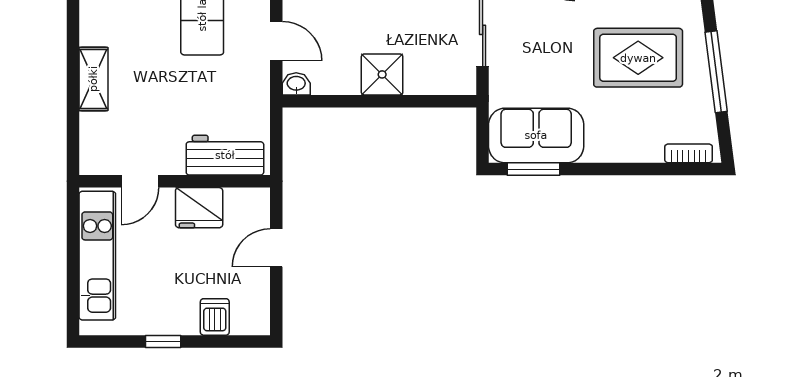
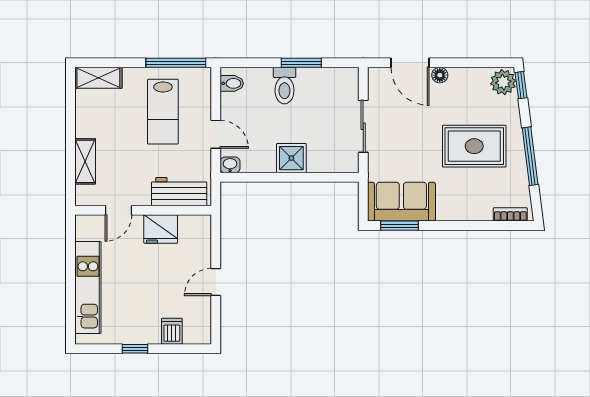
workbench: (225, 155) -> (179, 192), moved
door: (140, 181) -> (118, 210), moved
wall: (175, 181) -> (143, 210), moved
fridge: (199, 208) -> (161, 229), moved

